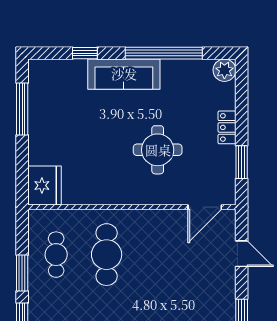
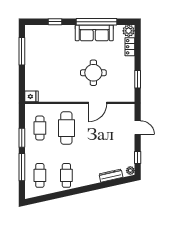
sofa: (124, 74) -> (94, 33), moved
locker: (227, 127) -> (130, 47), moved
fridge: (45, 185) -> (31, 96), width x0.53, depth x0.75
door: (205, 207) -> (98, 103), moved

